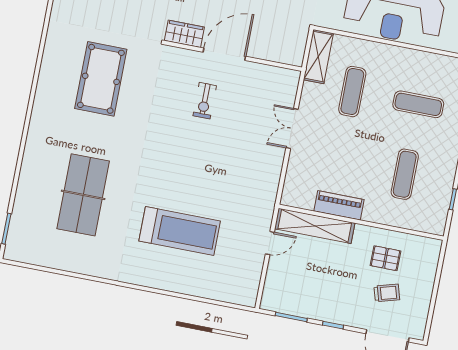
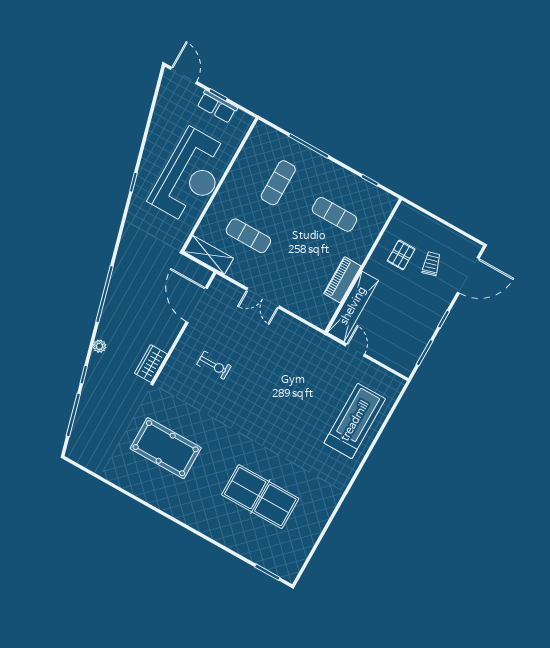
door: (224, 54) -> (197, 305), moved
treadmill: (180, 231) -> (355, 421), moved

